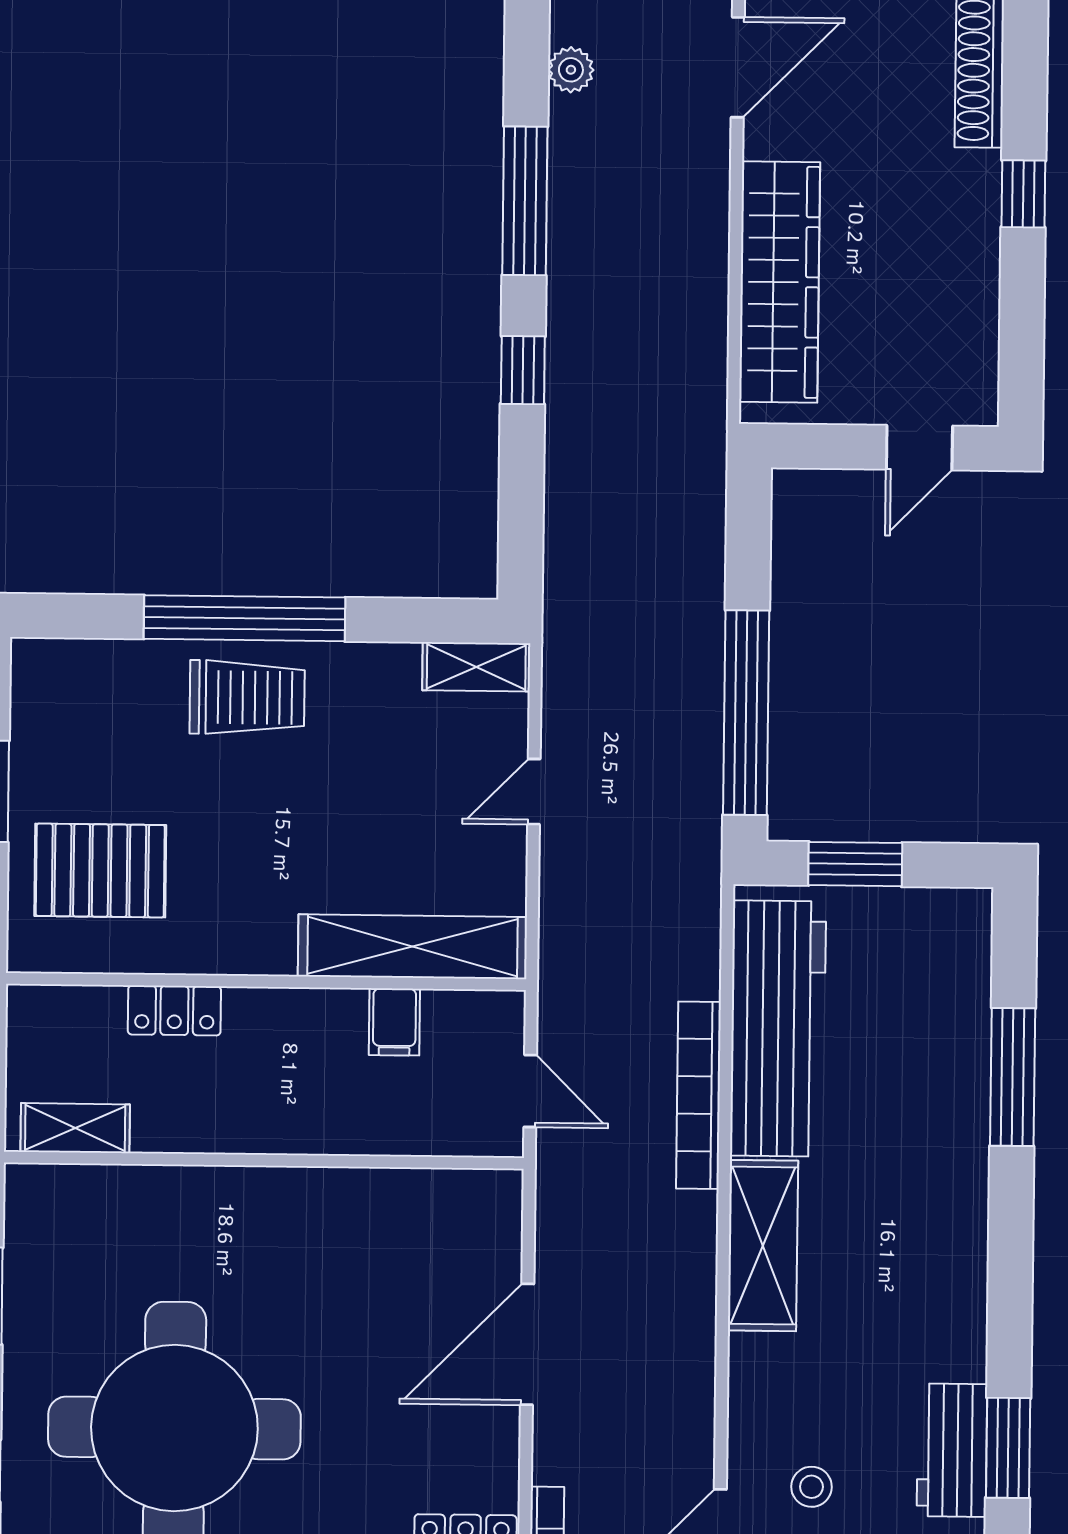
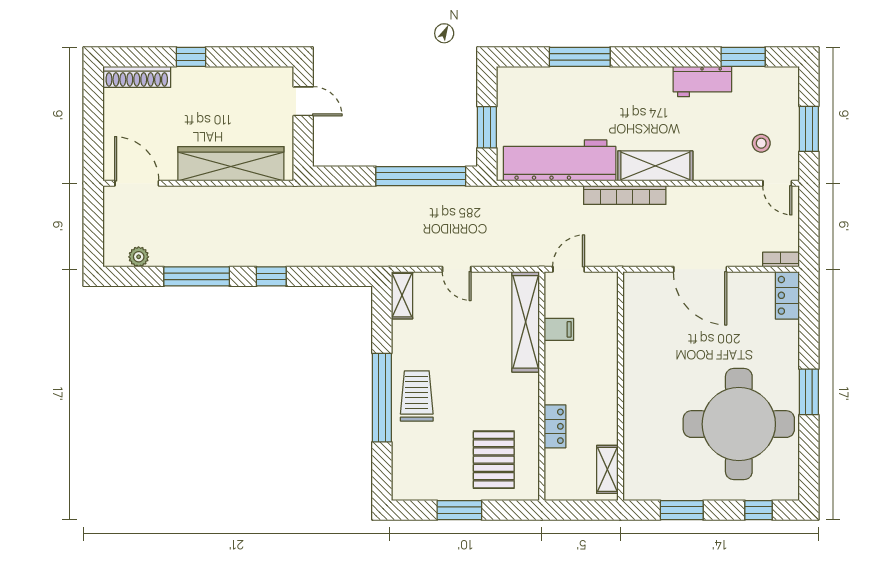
door: (530, 1091) -> (569, 269), moved
bookcase: (699, 1095) -> (625, 195), moved
workbench: (952, 1450) -> (702, 82), moved

